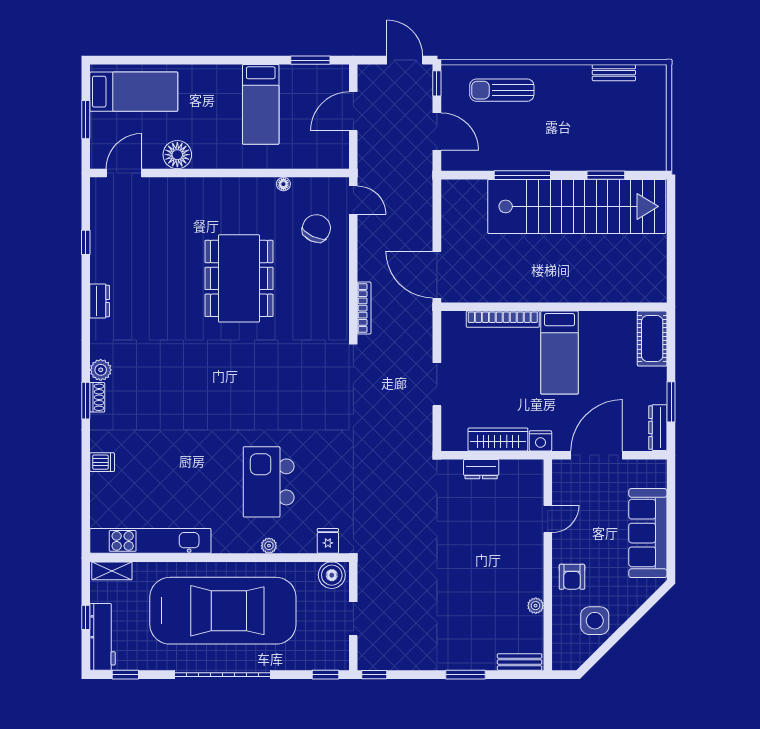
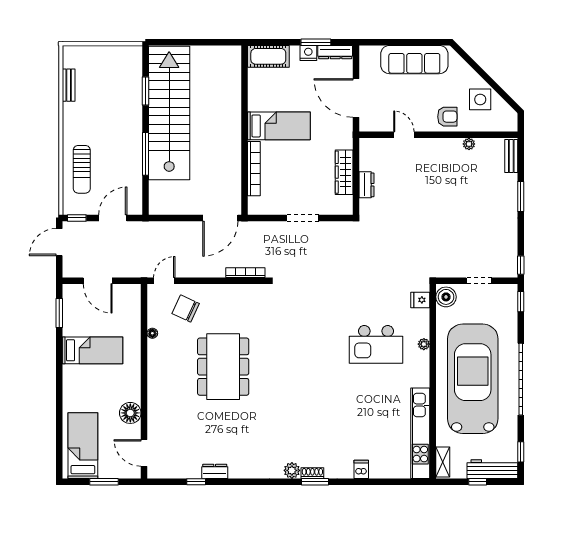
dining table: (239, 278) -> (223, 367), turned 90
dresser: (100, 301) -> (215, 471), moved
nightstand: (540, 441) -> (308, 53), moved, turned -90

